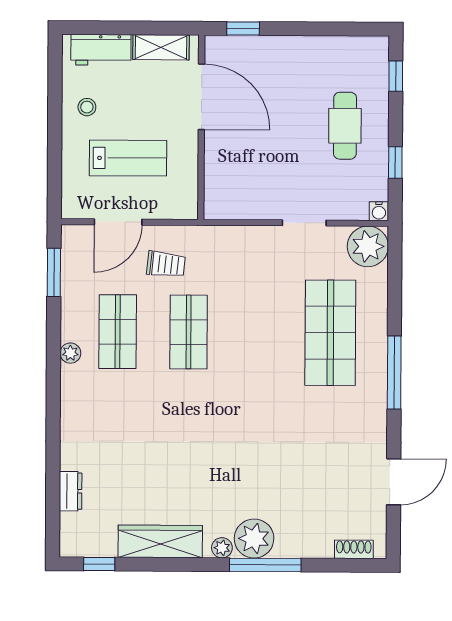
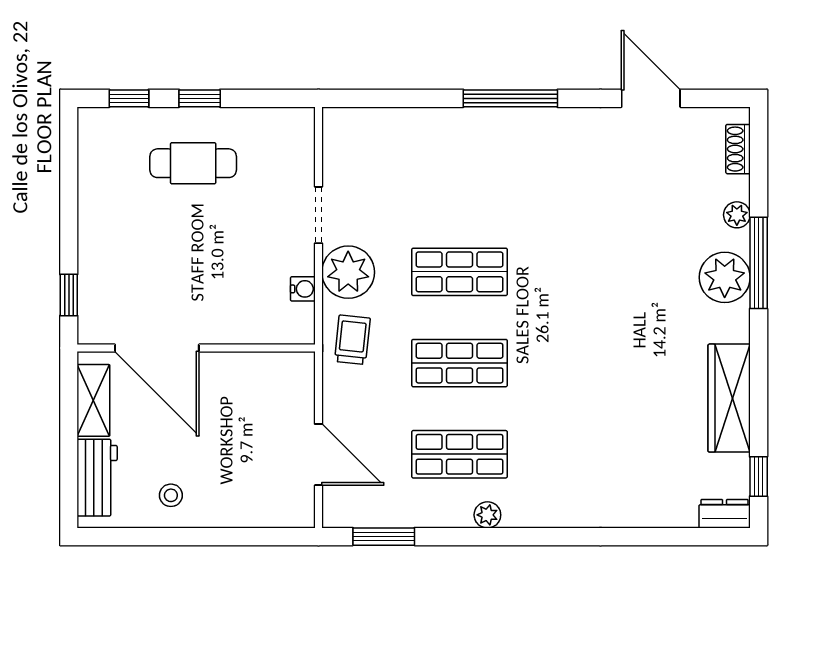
door: (201, 97) -> (157, 348), swing flipped
lab bench: (128, 158) -> (236, 442), removed
window: (395, 162) -> (200, 98), moved
water cooler: (379, 211) -> (303, 289), moved
plant: (368, 246) -> (348, 272), moved
trolley: (166, 264) -> (352, 340), moved
shop shelf: (330, 333) -> (460, 272), moved, width x0.70, depth x0.74
dresser: (71, 491) -> (725, 514), moved
plant: (222, 548) -> (737, 215), moved

